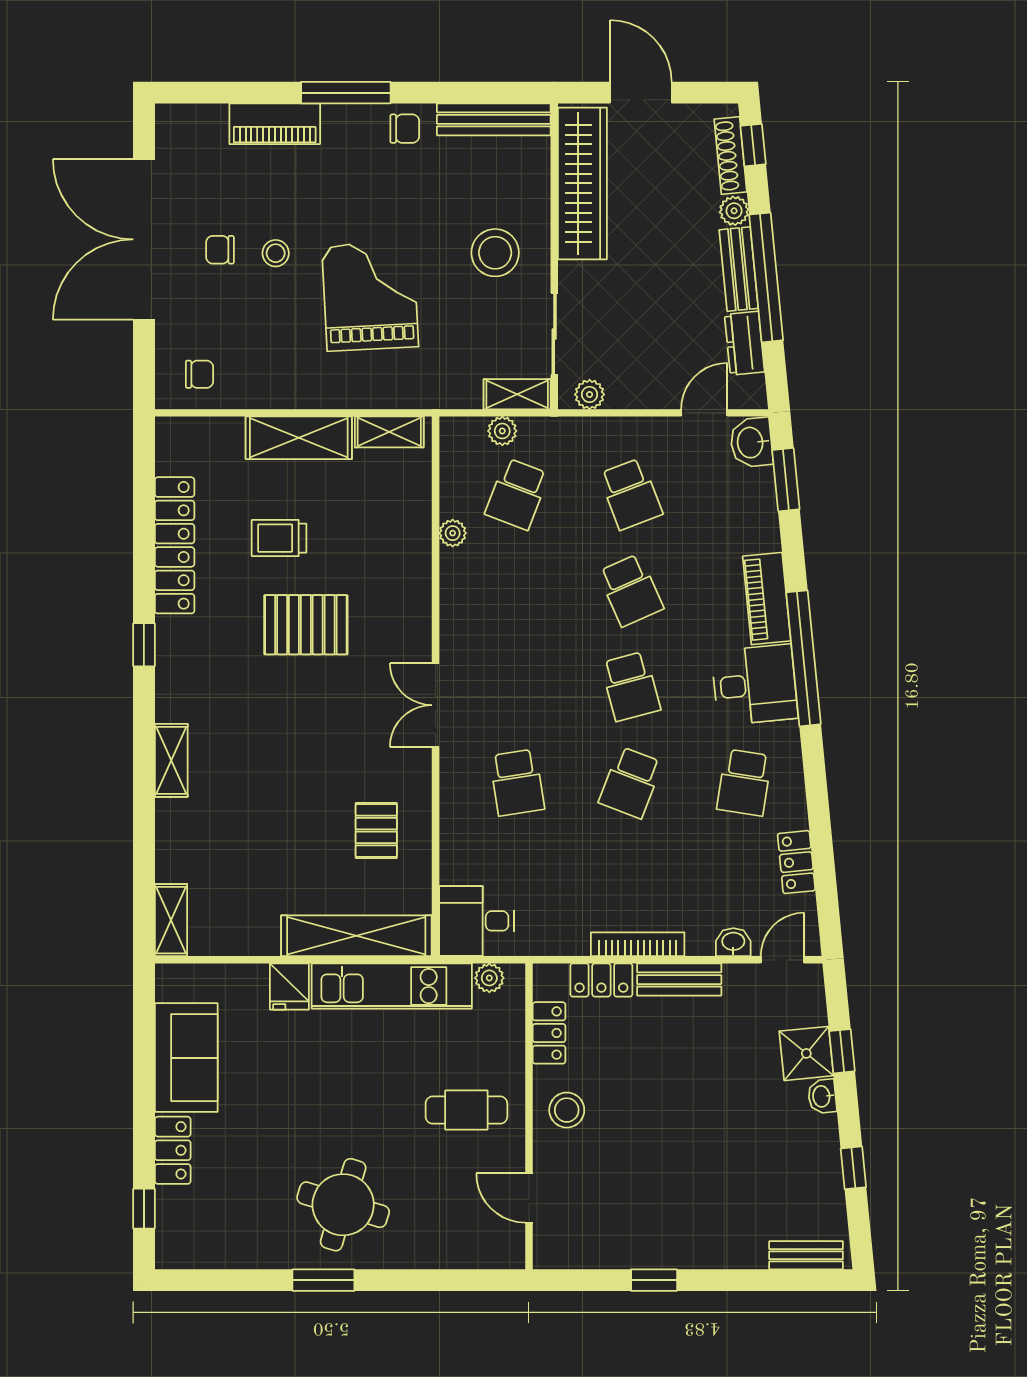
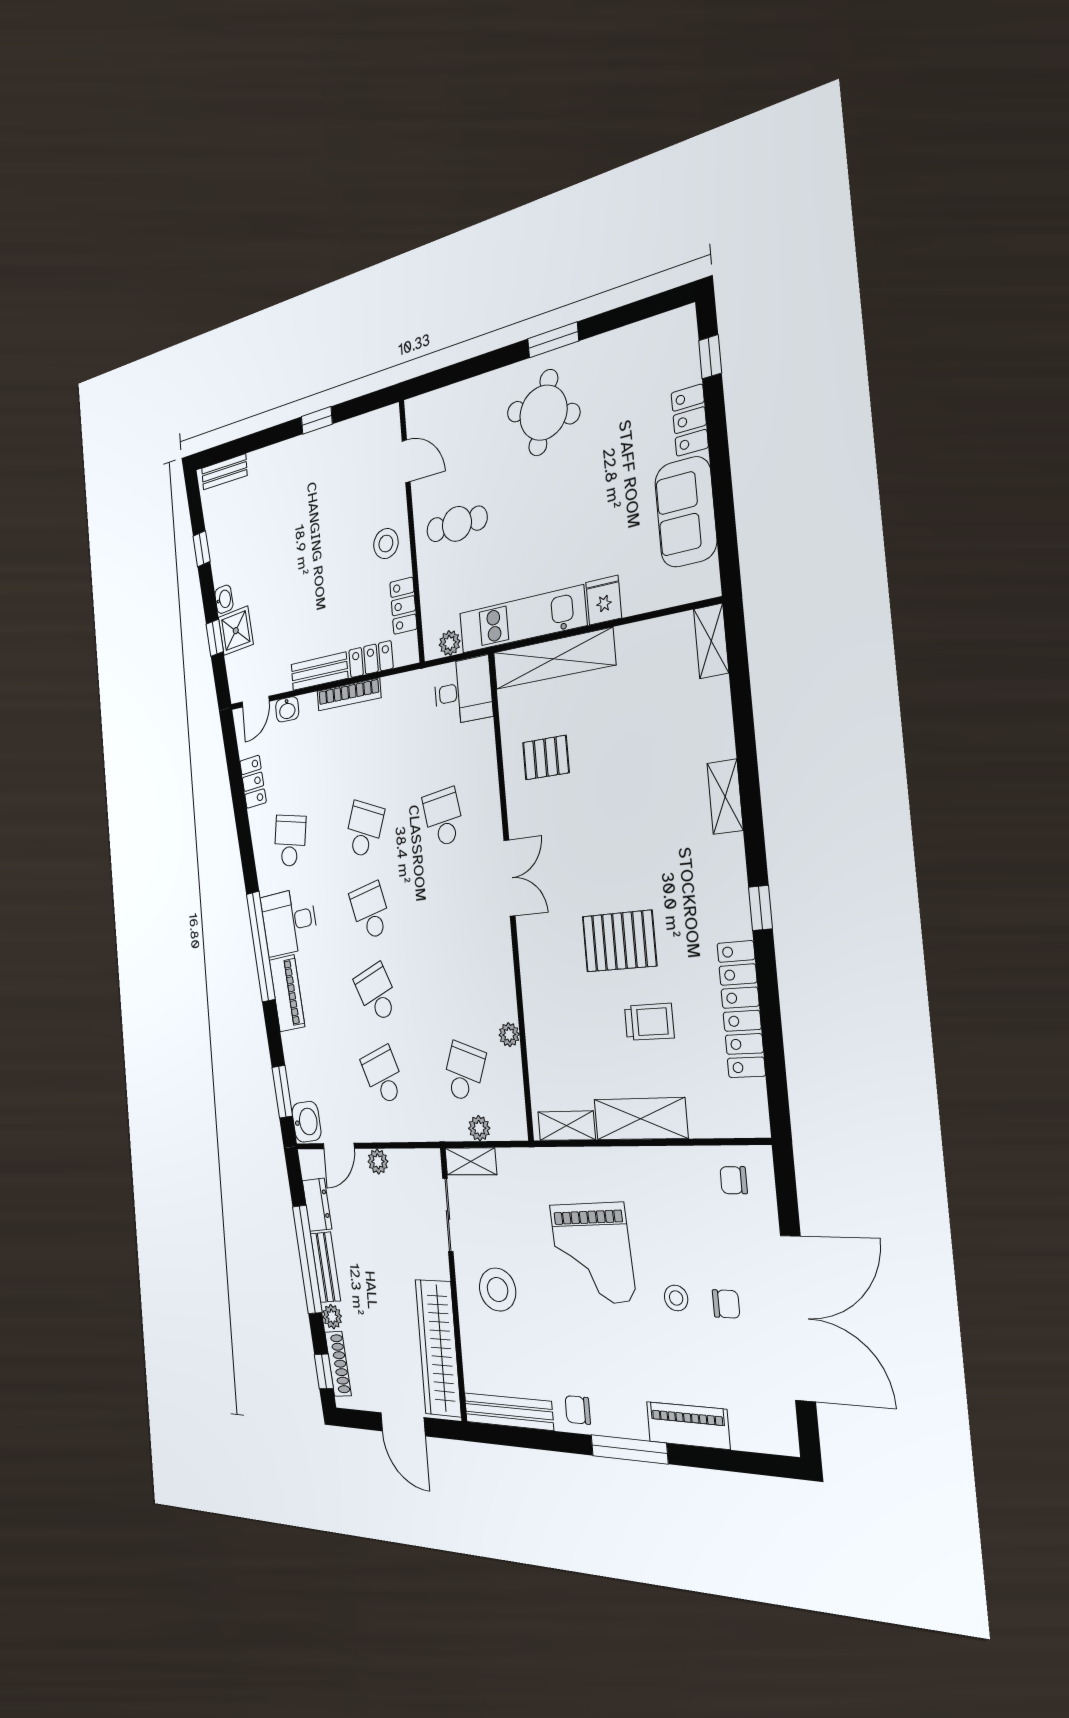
plant: (590, 394) -> (378, 1161), moved
pallet: (376, 831) -> (546, 758), turned 90

